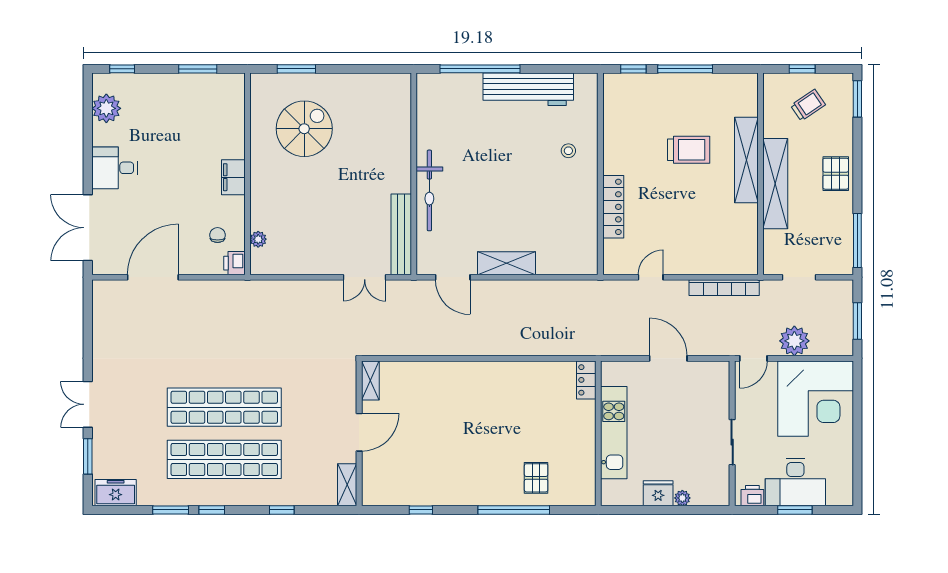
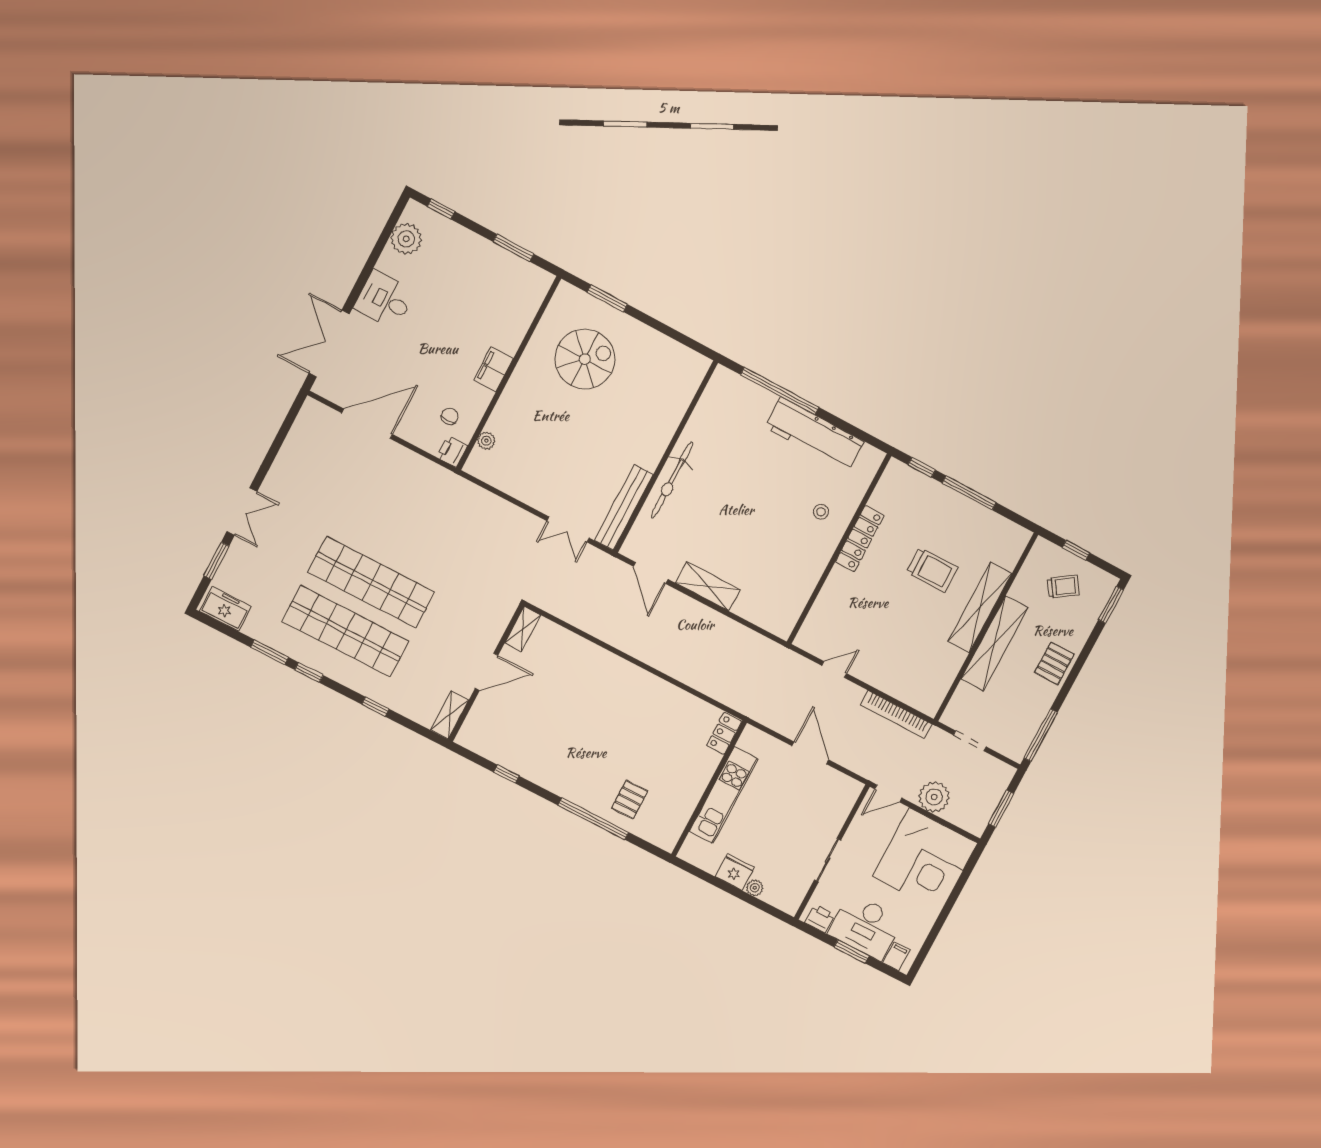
locker: (613, 207) -> (860, 539), moved
double door: (88, 404) -> (242, 512), swing flipped
filing cabinet: (836, 494) -> (896, 956), added

